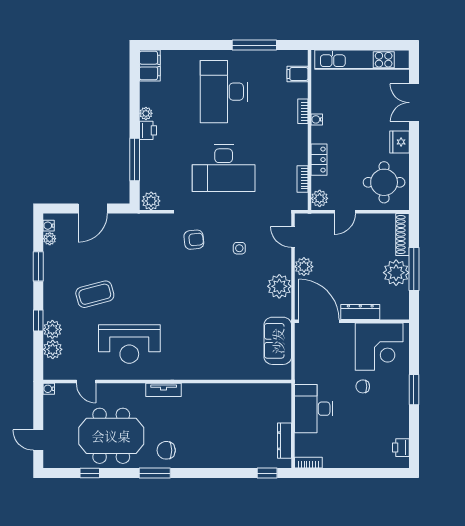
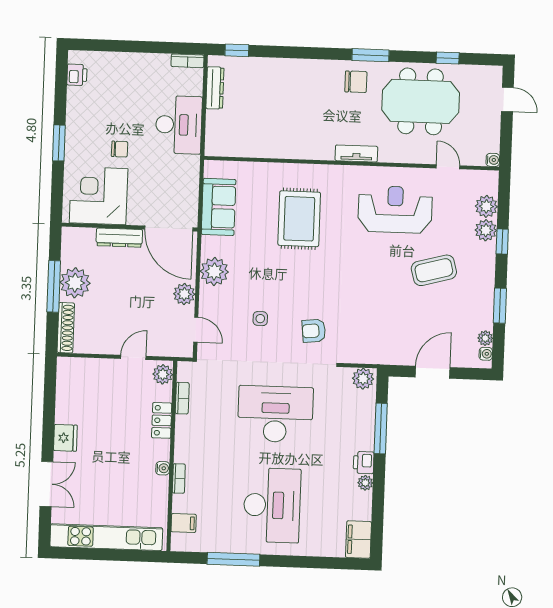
round table: (384, 182) -> (85, 391), removed
rug: (210, 333) -> (299, 219), added

